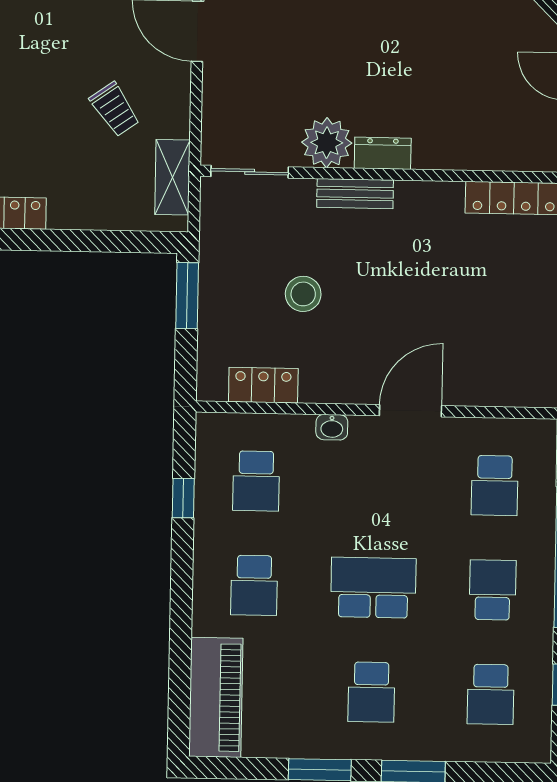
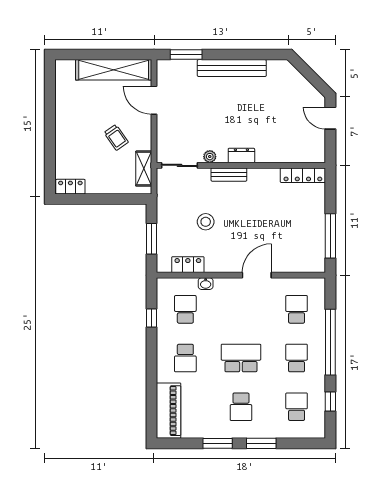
plant: (327, 143) -> (210, 157), width x0.53, depth x0.53
window: (187, 296) -> (152, 239), moved
washbasin: (332, 427) -> (206, 284), moved
school desk: (256, 481) -> (185, 309), turned 180
school desk: (495, 486) -> (297, 309), turned 180
school desk: (491, 694) -> (297, 407), turned 180

